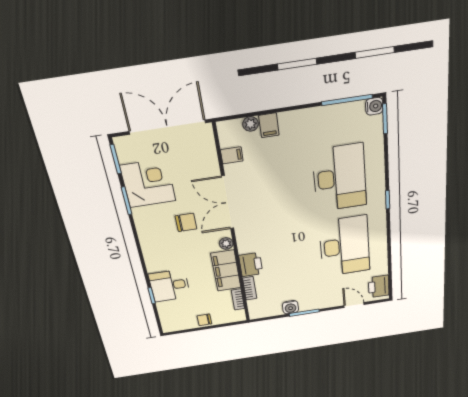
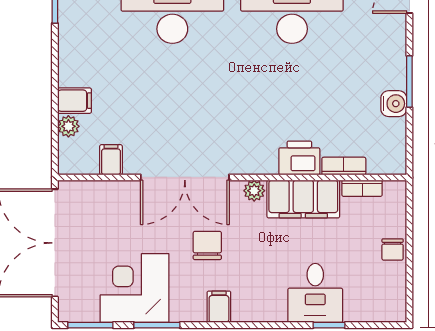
filing cabinet: (148, 235) -> (219, 307), added

